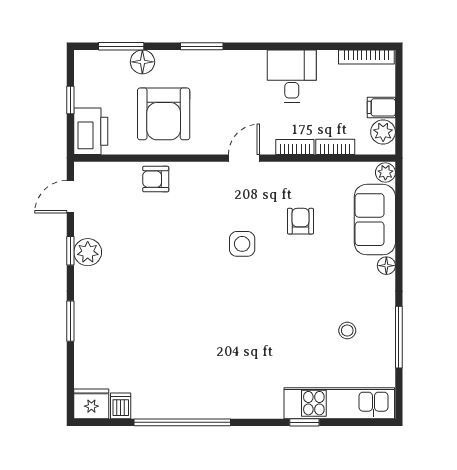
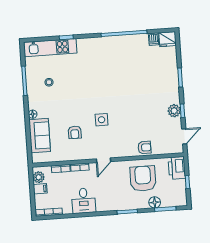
plant: (385, 172) -> (36, 158), removed

